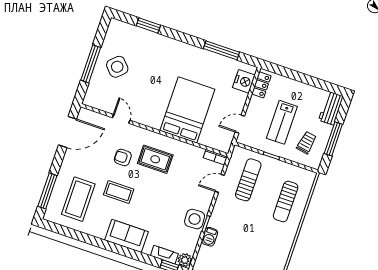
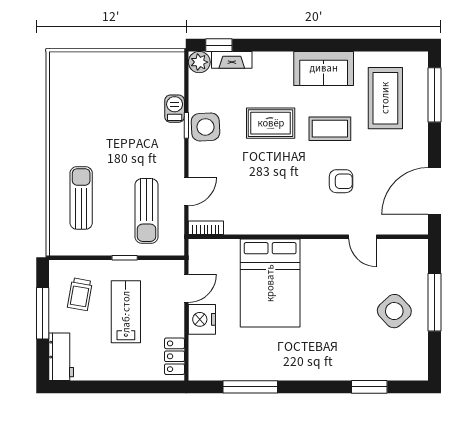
nightstand: (244, 81) -> (202, 319), moved
rug: (155, 159) -> (271, 123), moved
sofa: (126, 236) -> (324, 68), moved

